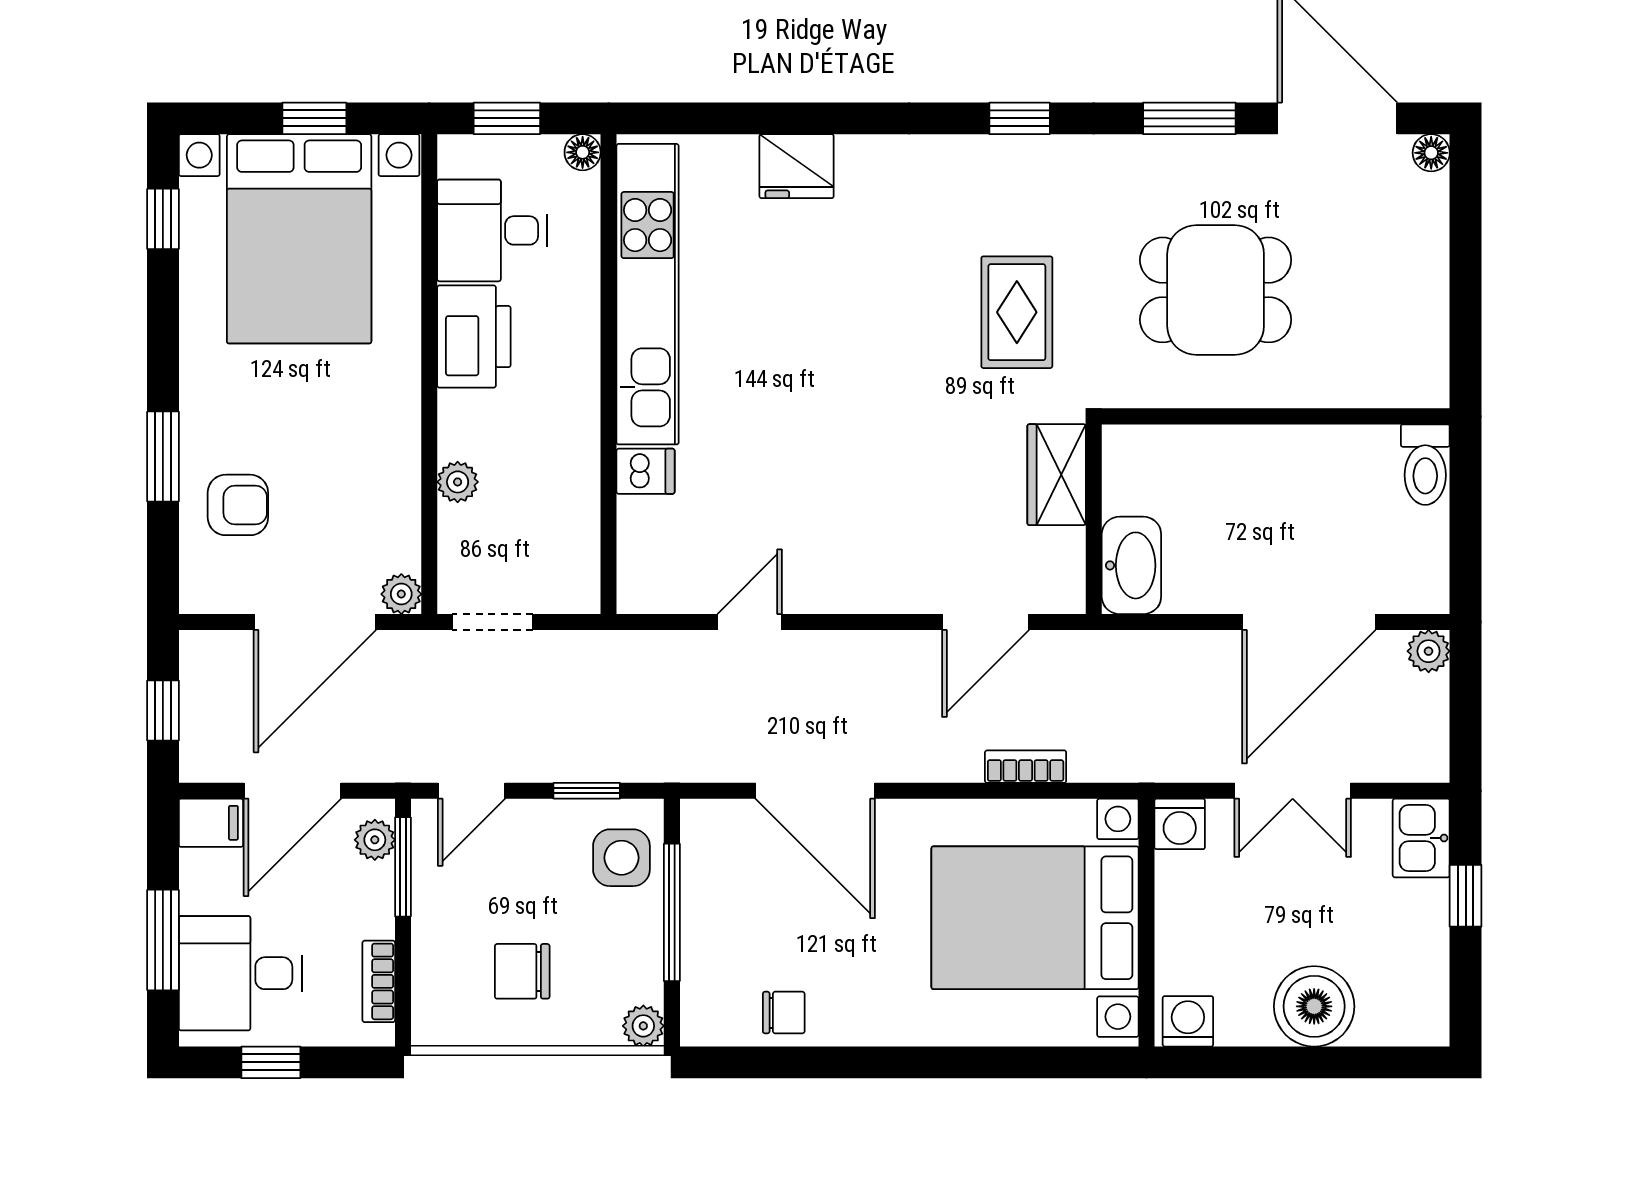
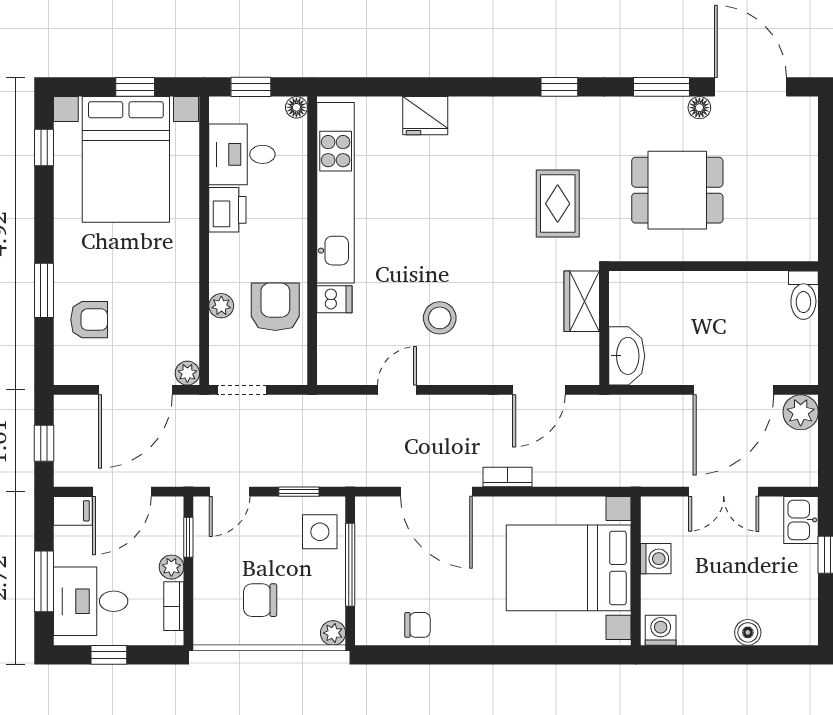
floor lamp: (1431, 153) -> (699, 108), moved
printer: (474, 337) -> (227, 210), width x0.73, depth x0.84
armchair: (548, 484) -> (275, 307), added
stool: (821, 502) -> (440, 318), added
plant: (1429, 651) -> (801, 412), width x1.38, depth x1.38
bookcase: (1026, 767) -> (508, 477), moved
washing machine: (1180, 824) -> (656, 559), moved, turned -90
plant: (375, 840) -> (171, 567), moved
window: (403, 867) -> (188, 537), width x0.67
boiler: (1314, 1006) -> (748, 632), width x0.54, depth x0.54

